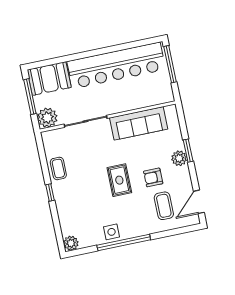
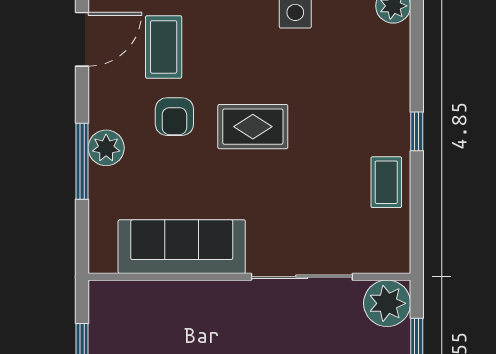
window: (188, 151) -> (82, 161), width x1.44
armchair: (153, 177) -> (174, 117), turned 90
rug: (119, 180) -> (253, 127), turned 90

